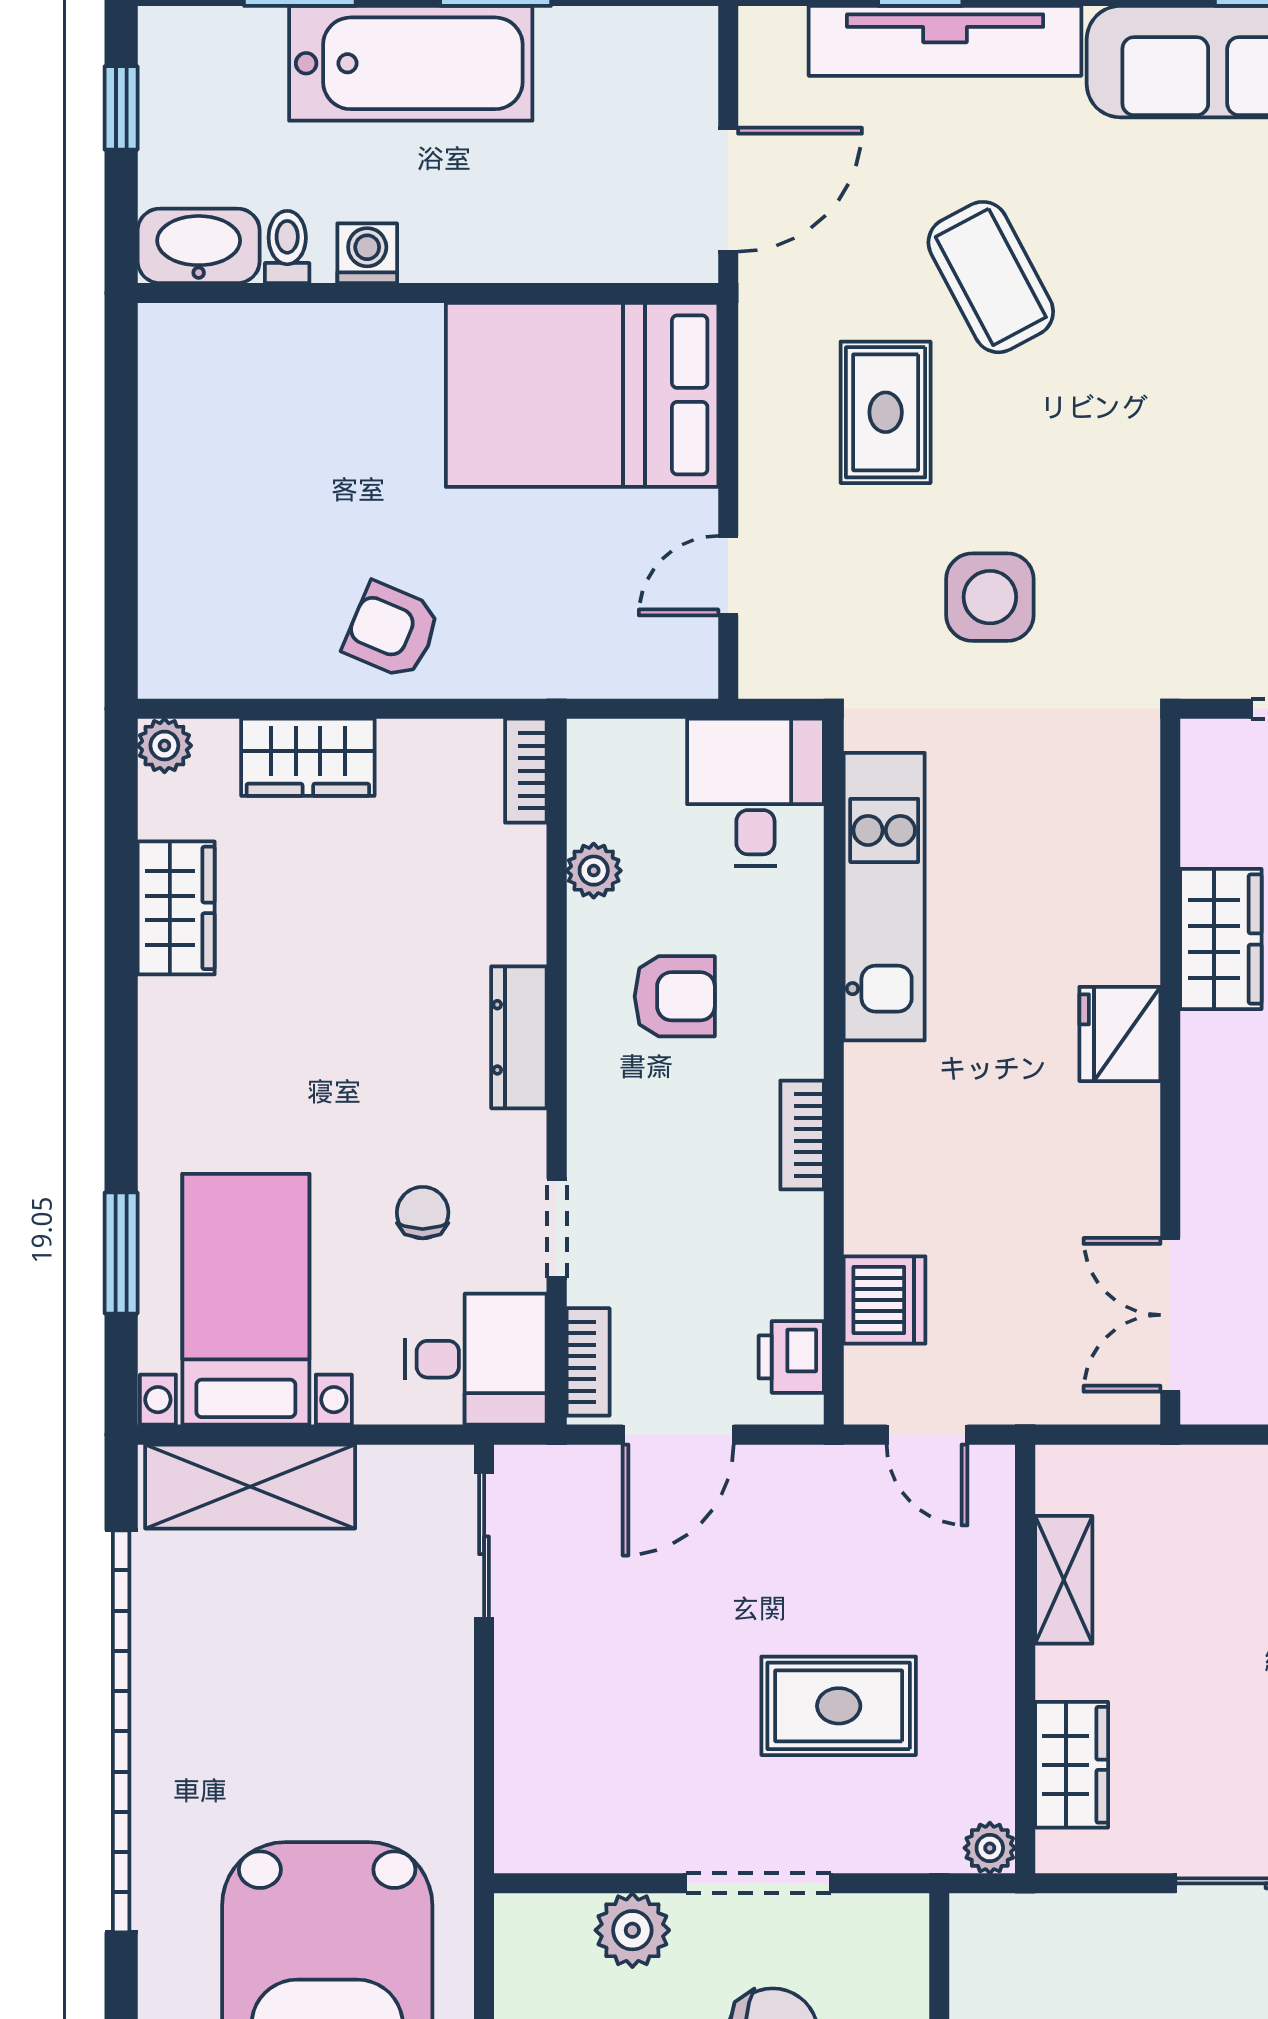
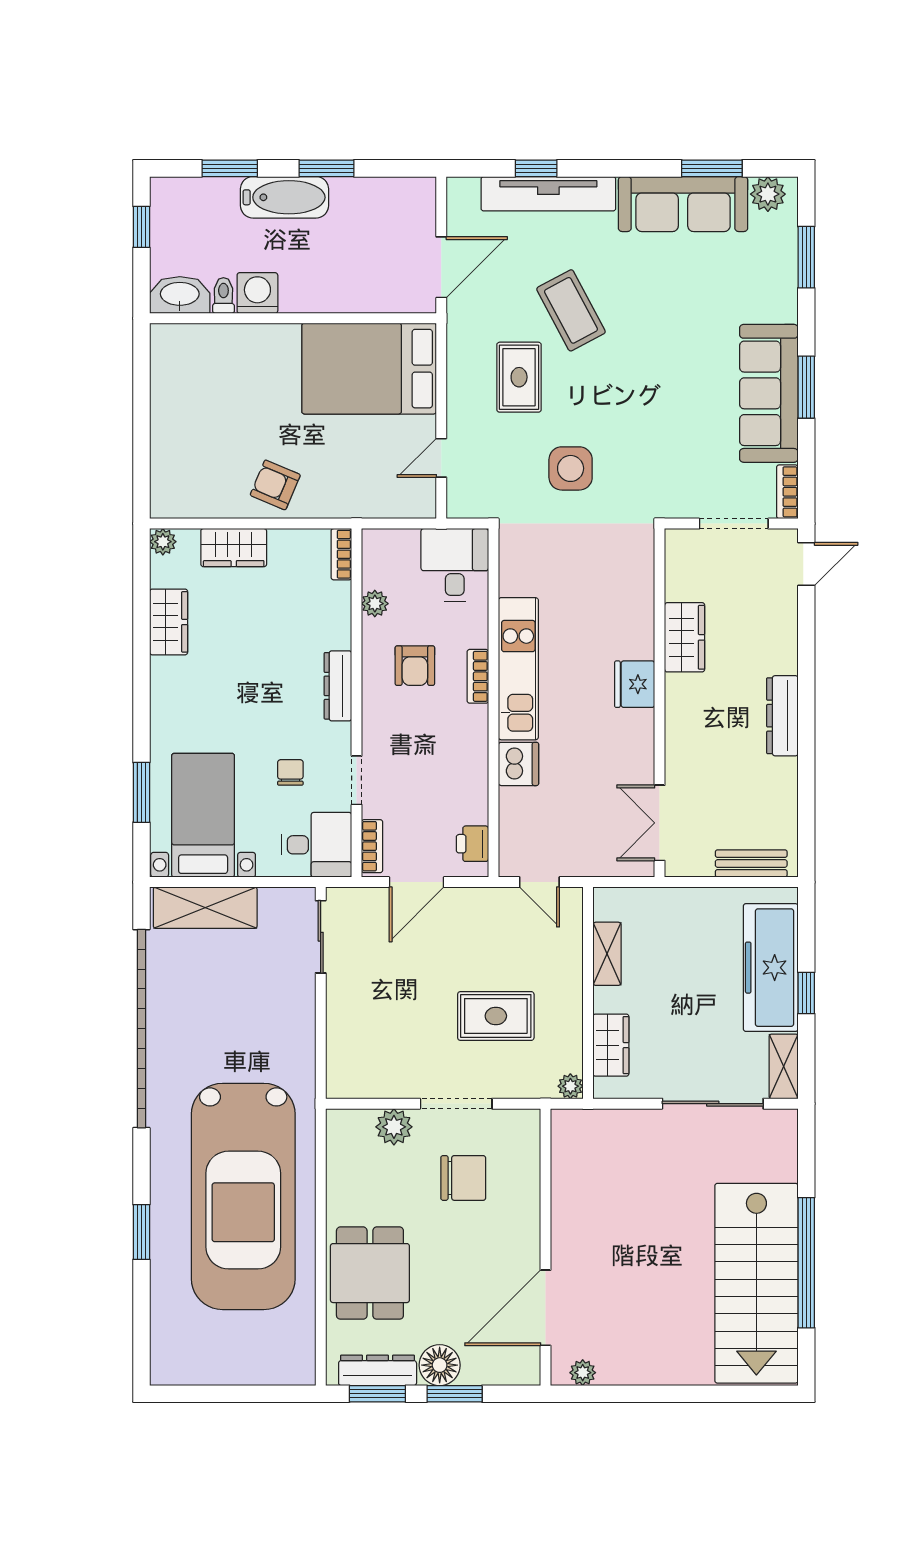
bathtub: (411, 63) -> (285, 197), width x0.73, depth x0.73
washing machine: (367, 253) -> (257, 293), width x1.38, depth x1.38
kitchen unit: (884, 897) -> (518, 669), moved
armchair: (675, 996) -> (415, 666), turned 90
bookcase: (802, 1135) -> (478, 676), moved
dishwasher: (885, 1300) -> (518, 764), moved

